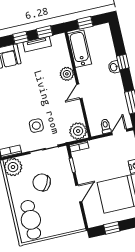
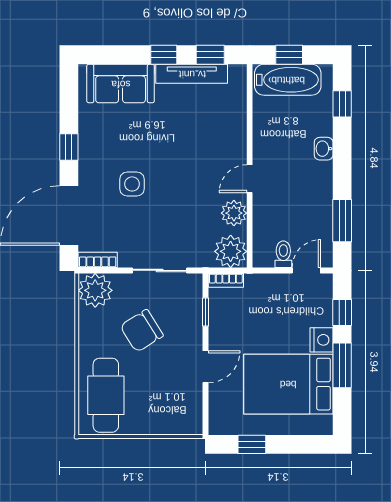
tv unit: (37, 44) -> (192, 74), width x1.41
bathtub: (80, 49) -> (288, 80), moved, turned 90
window: (123, 62) -> (342, 104), moved
plant: (67, 74) -> (234, 213), moved
side table: (36, 126) -> (132, 184), moved
chair: (42, 182) -> (142, 331), turned -60

